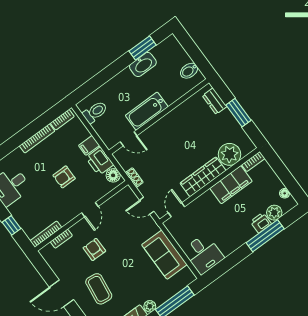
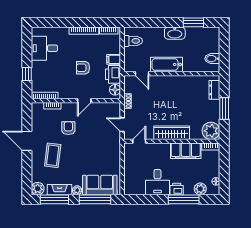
washbasin: (143, 65) -> (175, 33), moved
plant: (230, 154) -> (211, 131), moved
printer: (261, 223) -> (177, 189), moved
desk: (203, 254) -> (157, 182), moved
sofa: (164, 255) -> (100, 185), moved, turned 90

